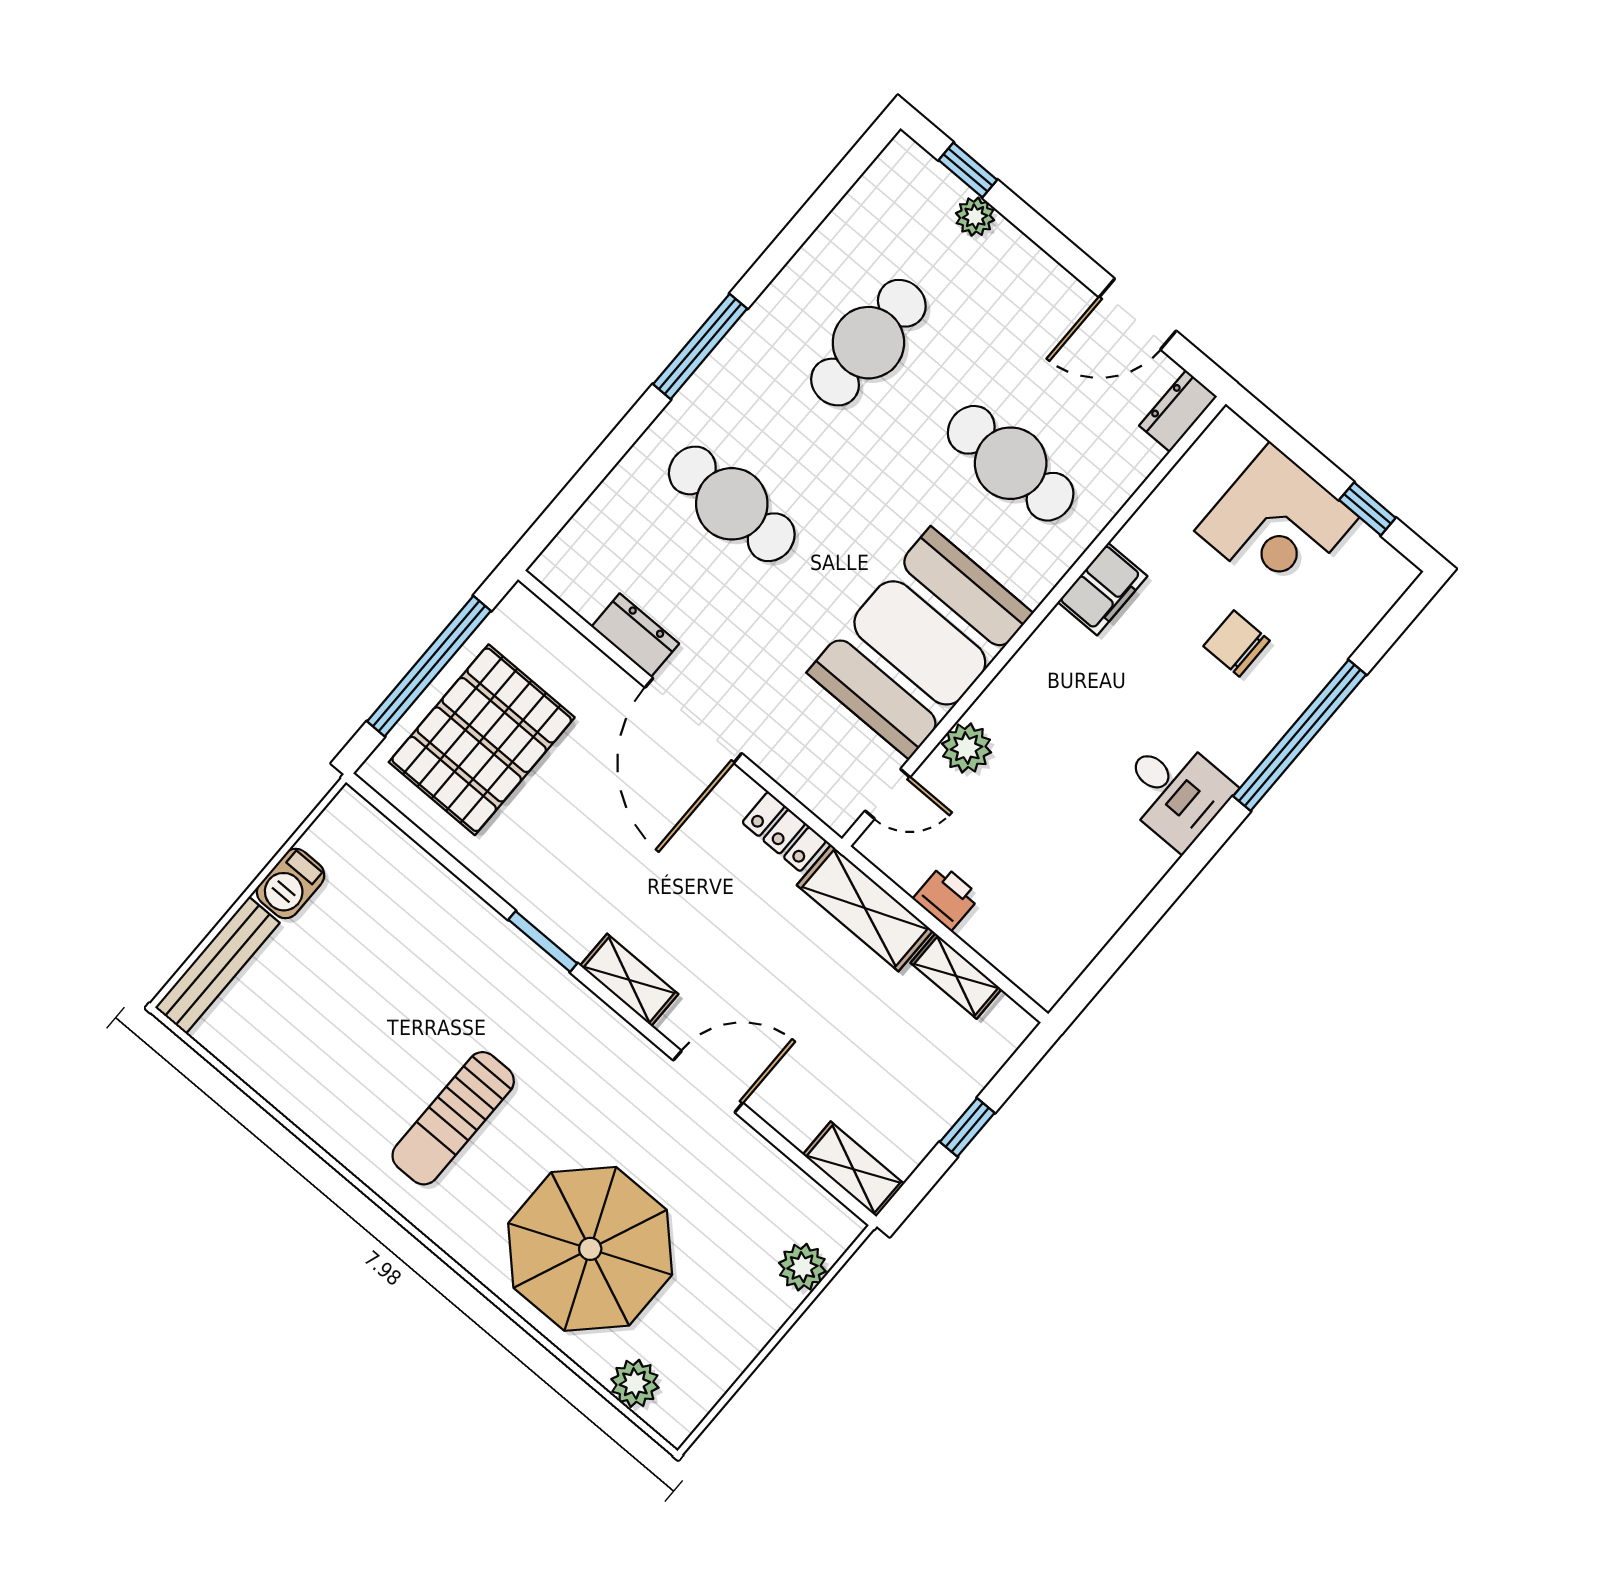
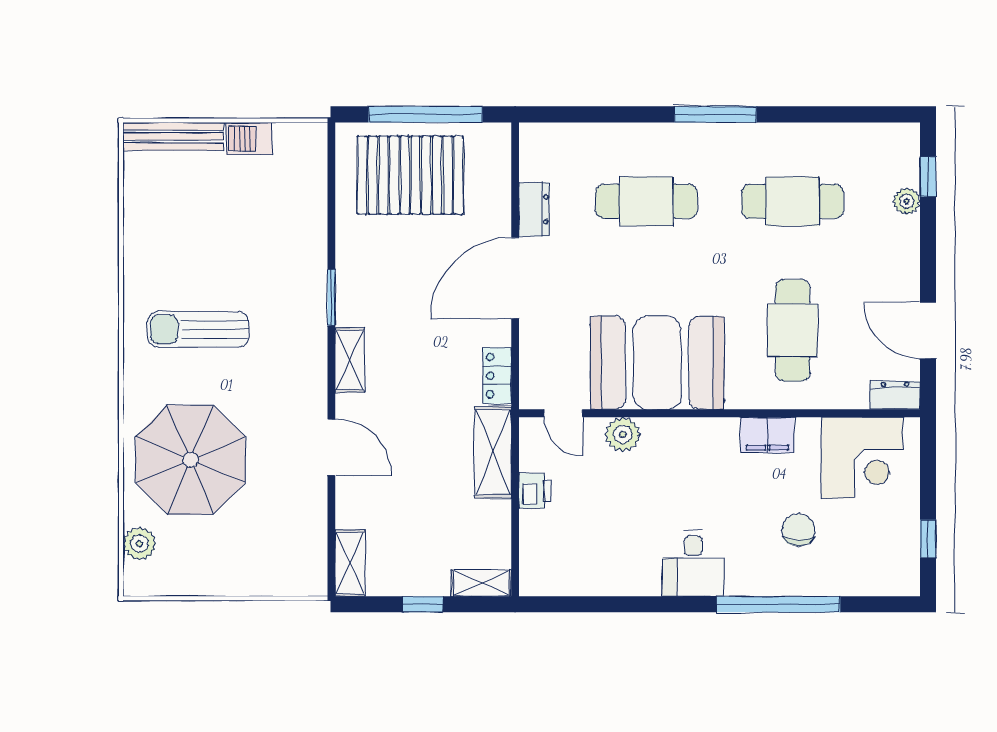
cafe table: (732, 504) -> (646, 201), turned 90
corner desk: (1277, 524) -> (862, 458), moved, turned -90
shelving: (956, 976) -> (481, 583), moved, turned 90
plant: (802, 1267) -> (276, 580), removed

